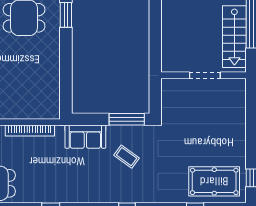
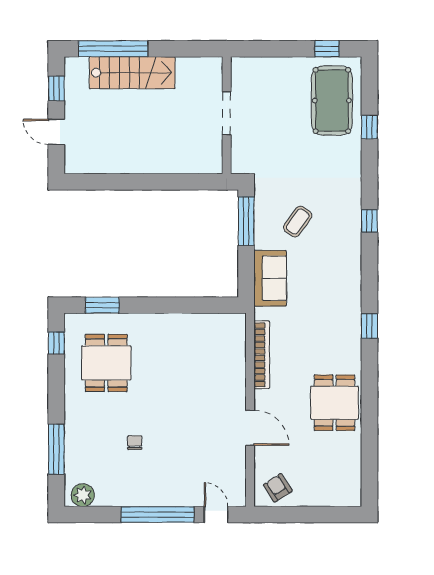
wall: (204, 75) -> (227, 115), moved
doorway: (205, 75) -> (227, 113), moved

